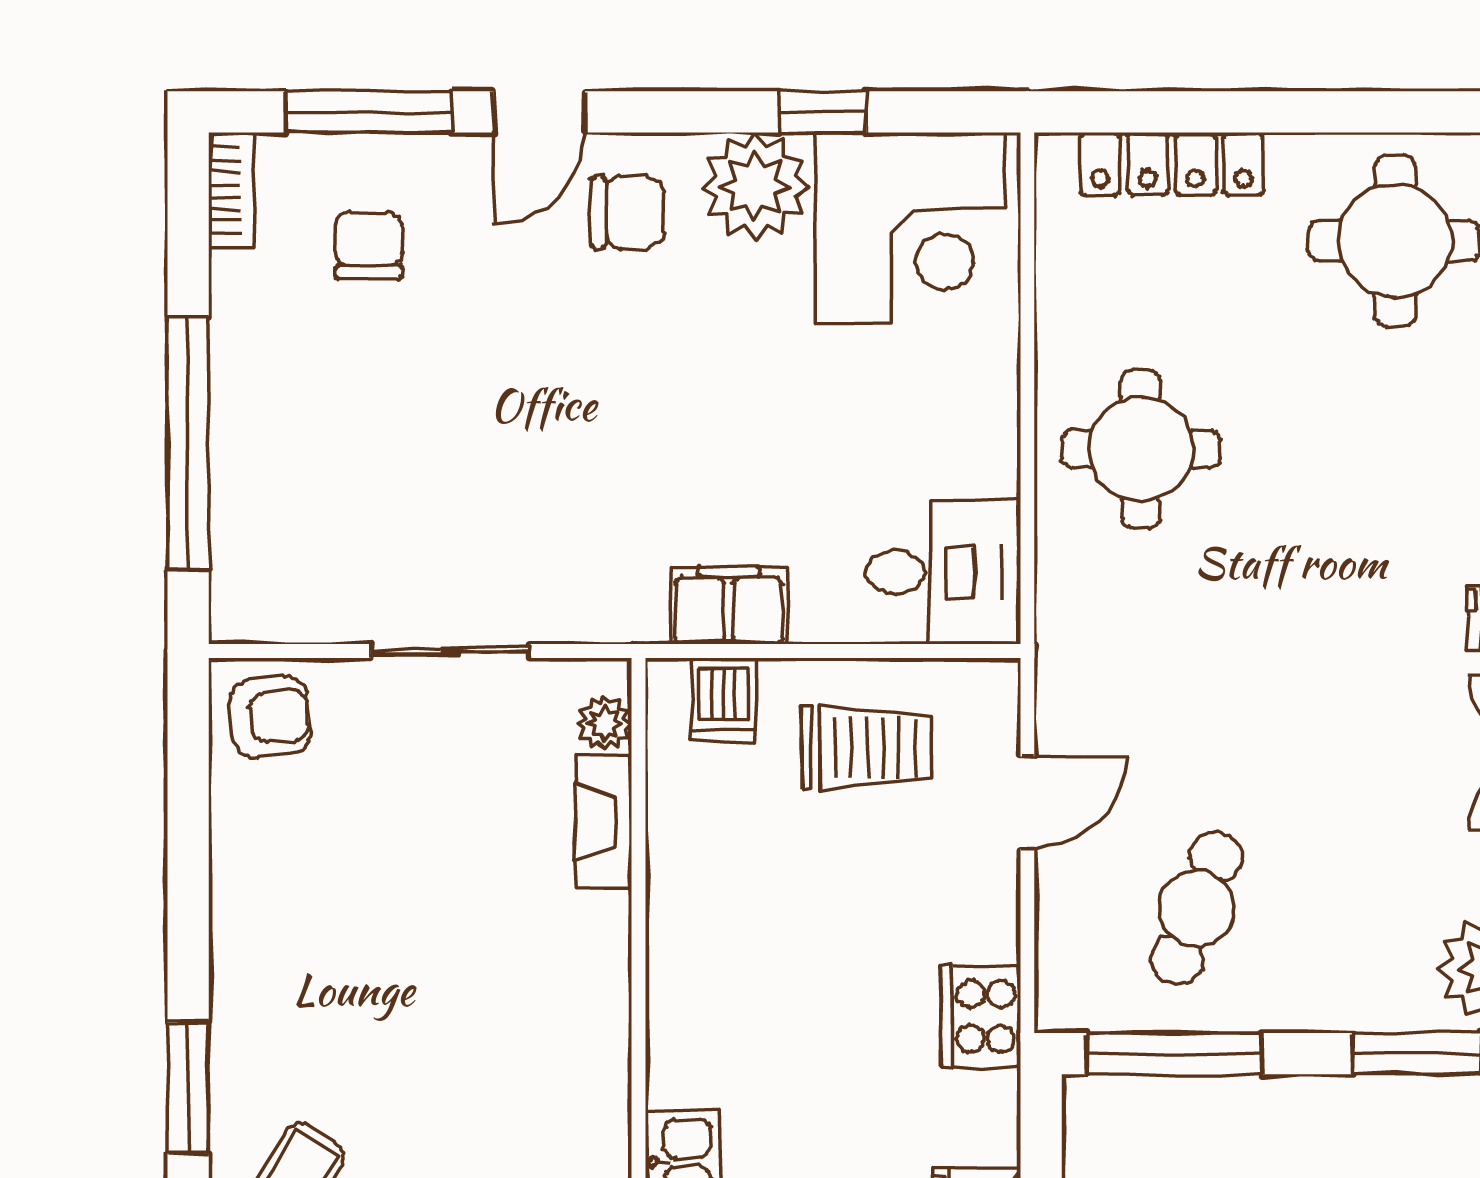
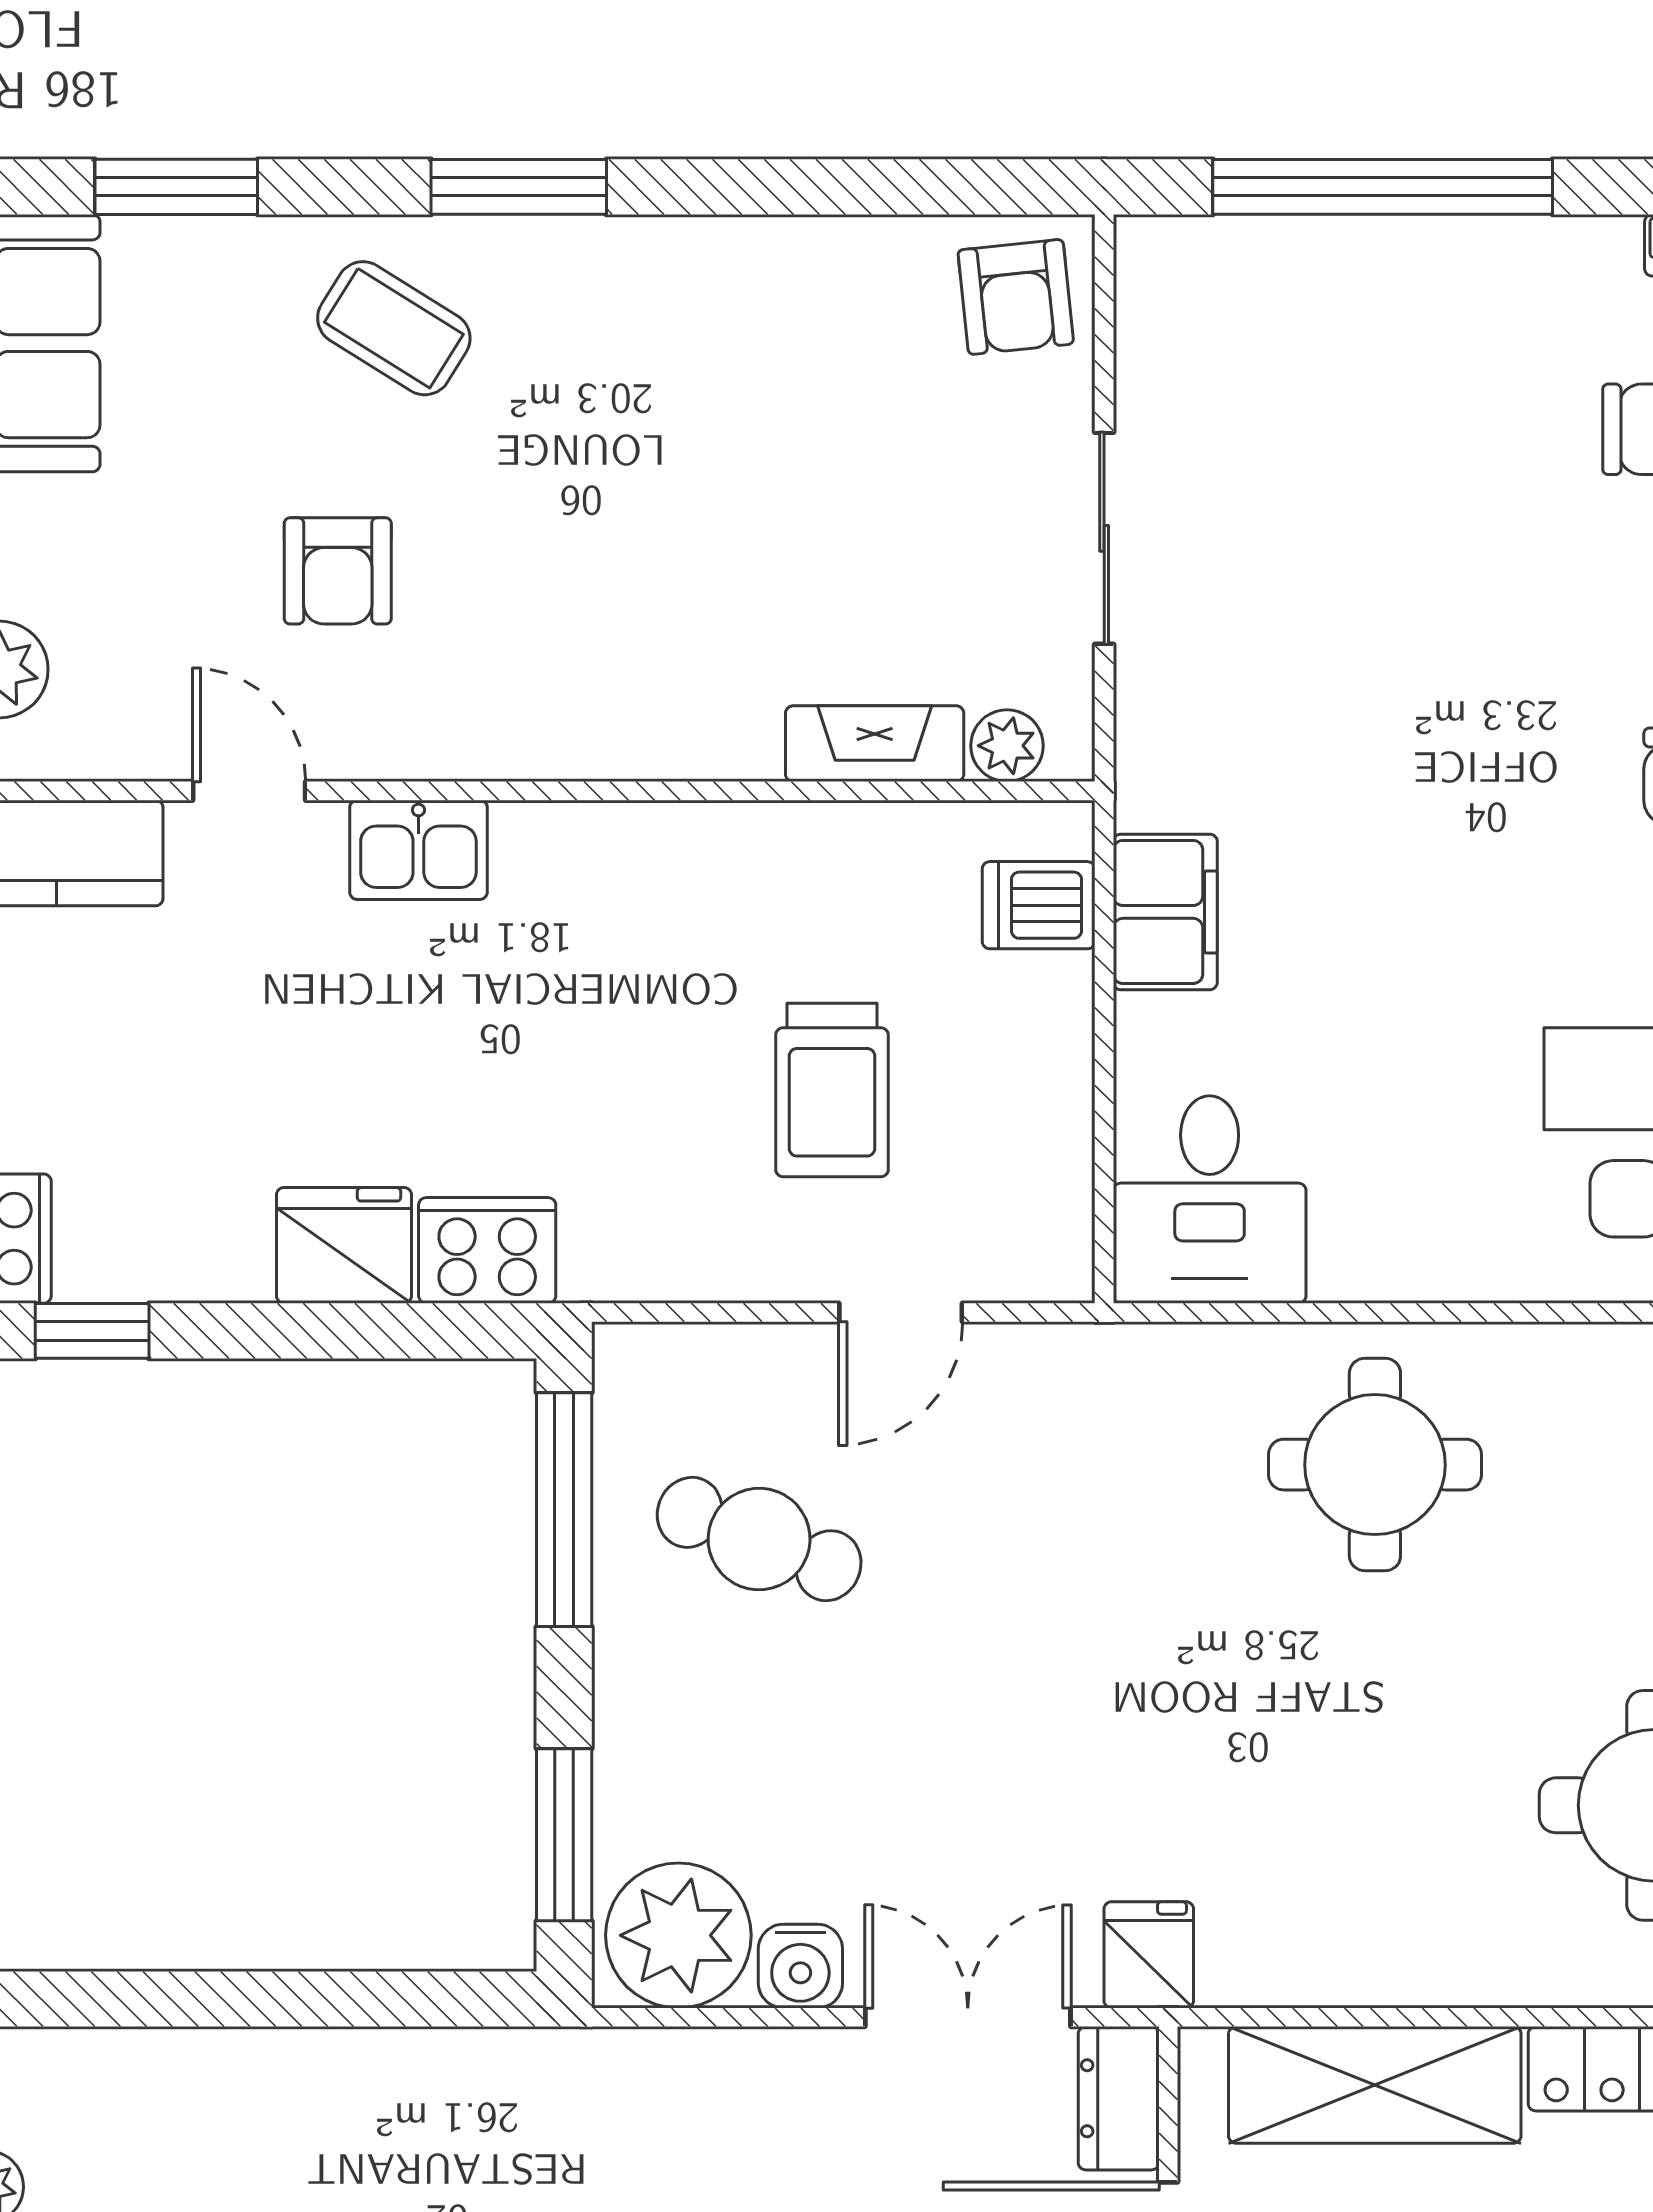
trolley: (867, 748) -> (832, 1090), moved
door: (1027, 803) -> (901, 1313), hinge flipped
cooker: (981, 1016) -> (487, 1250), moved

